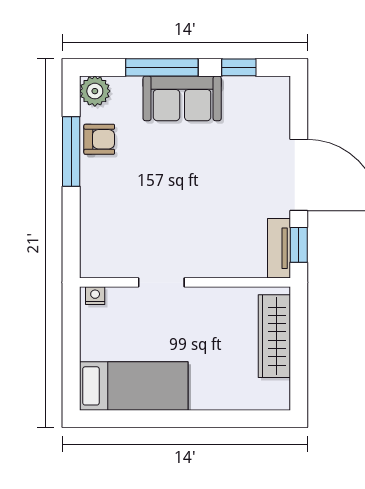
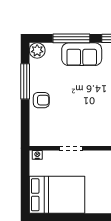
armchair: (99, 139) -> (41, 100), moved
bed: (134, 386) -> (57, 195), width x1.50

